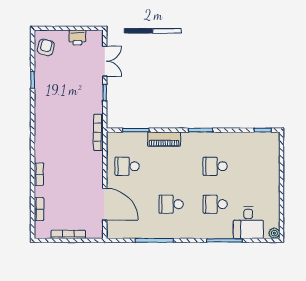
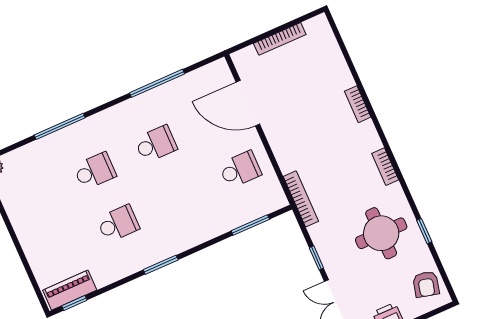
round table: (59, 90) -> (381, 233), added
piano: (164, 139) -> (70, 290), moved
bookcase: (39, 209) -> (385, 167), moved
desk: (248, 223) -> (37, 166), removed

